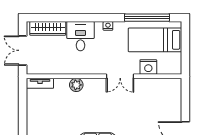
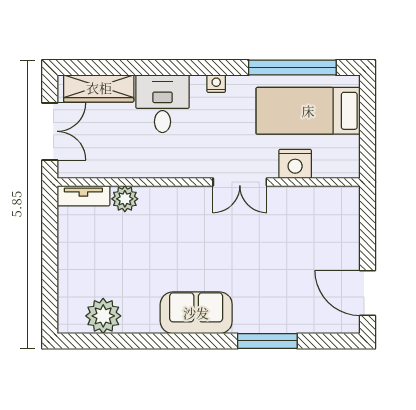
double door: (23, 50) -> (50, 131), swing flipped
plant: (76, 85) -> (125, 199), moved

